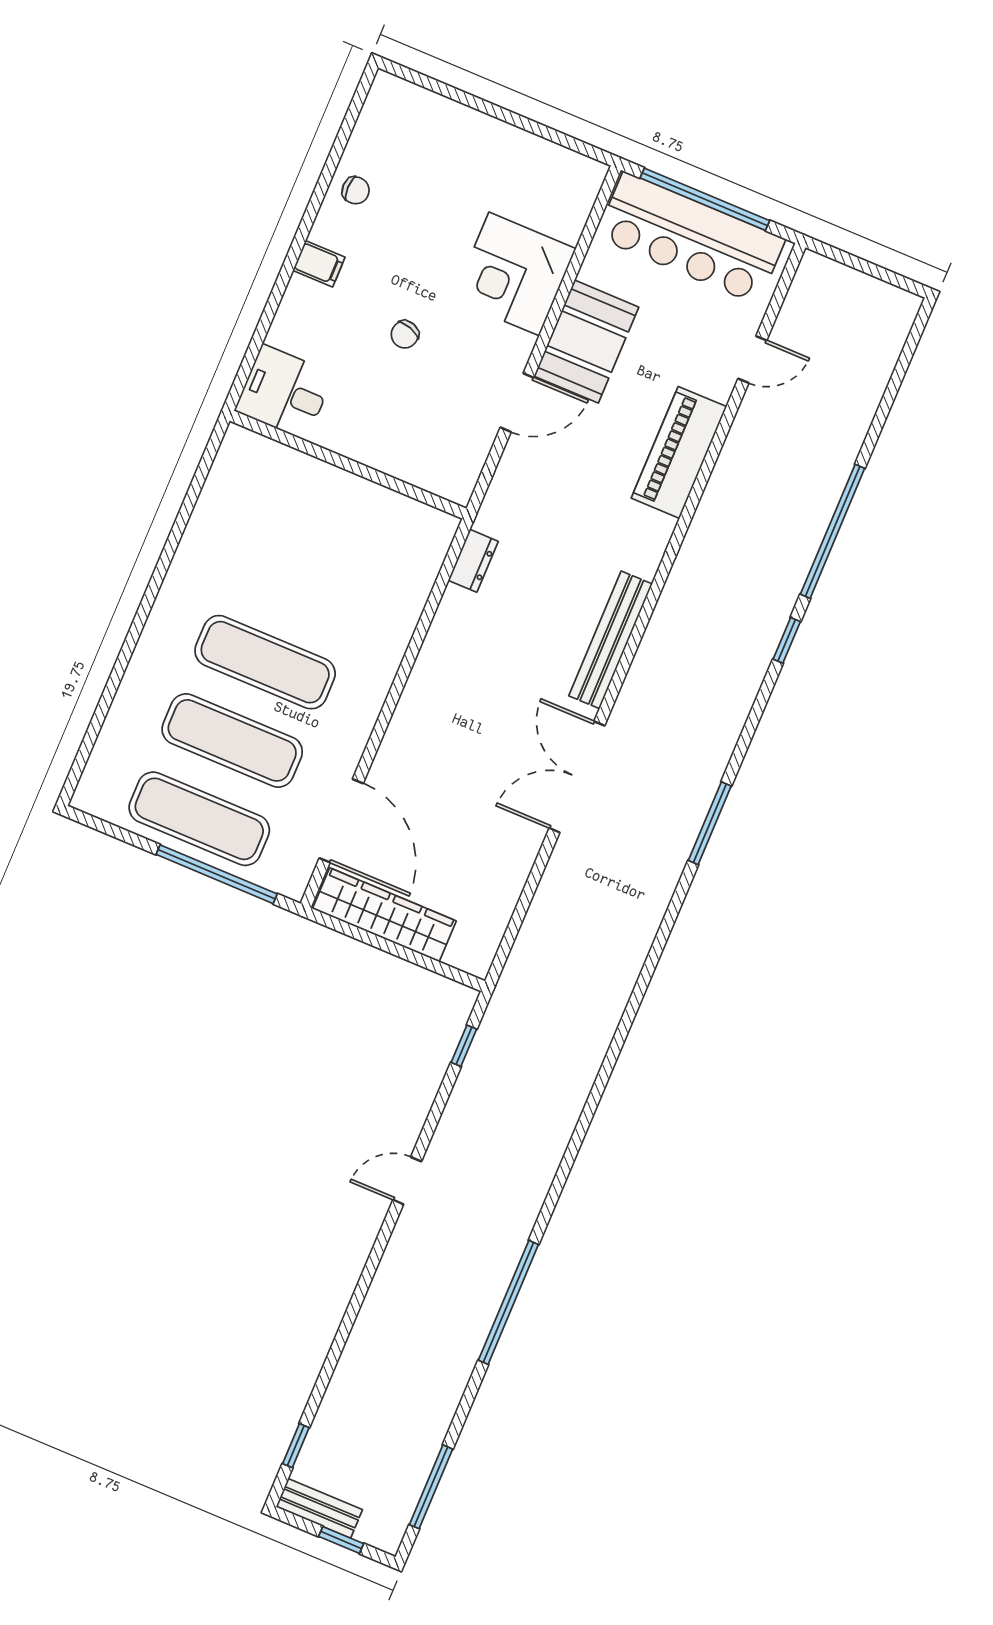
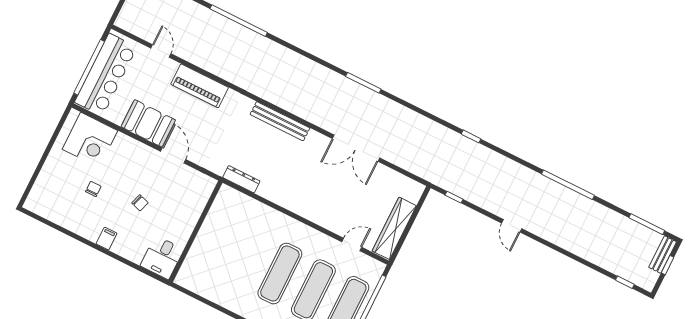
chair: (356, 190) -> (93, 189), moved
corner desk: (514, 274) -> (90, 140), moved
dresser: (473, 561) -> (241, 179), width x1.44
window: (787, 640) -> (471, 136), moved
double door: (577, 777) -> (356, 148), moved
door: (341, 821) -> (352, 245), width x0.53
bench: (319, 1508) -> (663, 255), moved

